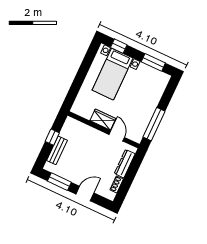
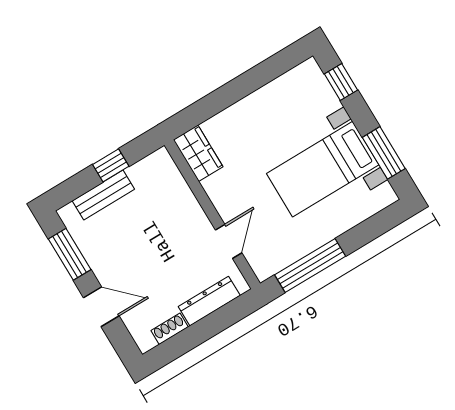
bed with nightstands: (112, 74) -> (323, 169), moved
wardrobe: (103, 120) -> (198, 153), moved

